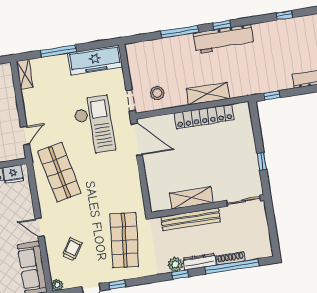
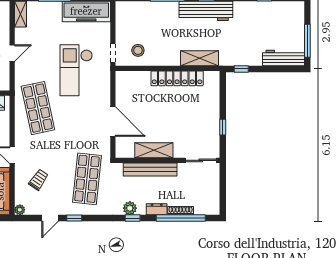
shelving: (208, 94) -> (199, 58), moved
checkout: (94, 125) -> (76, 70), turned 180
door: (25, 136) -> (12, 53), moved
door: (137, 139) -> (113, 122), moved
dresser: (200, 262) -> (157, 209), width x0.70

